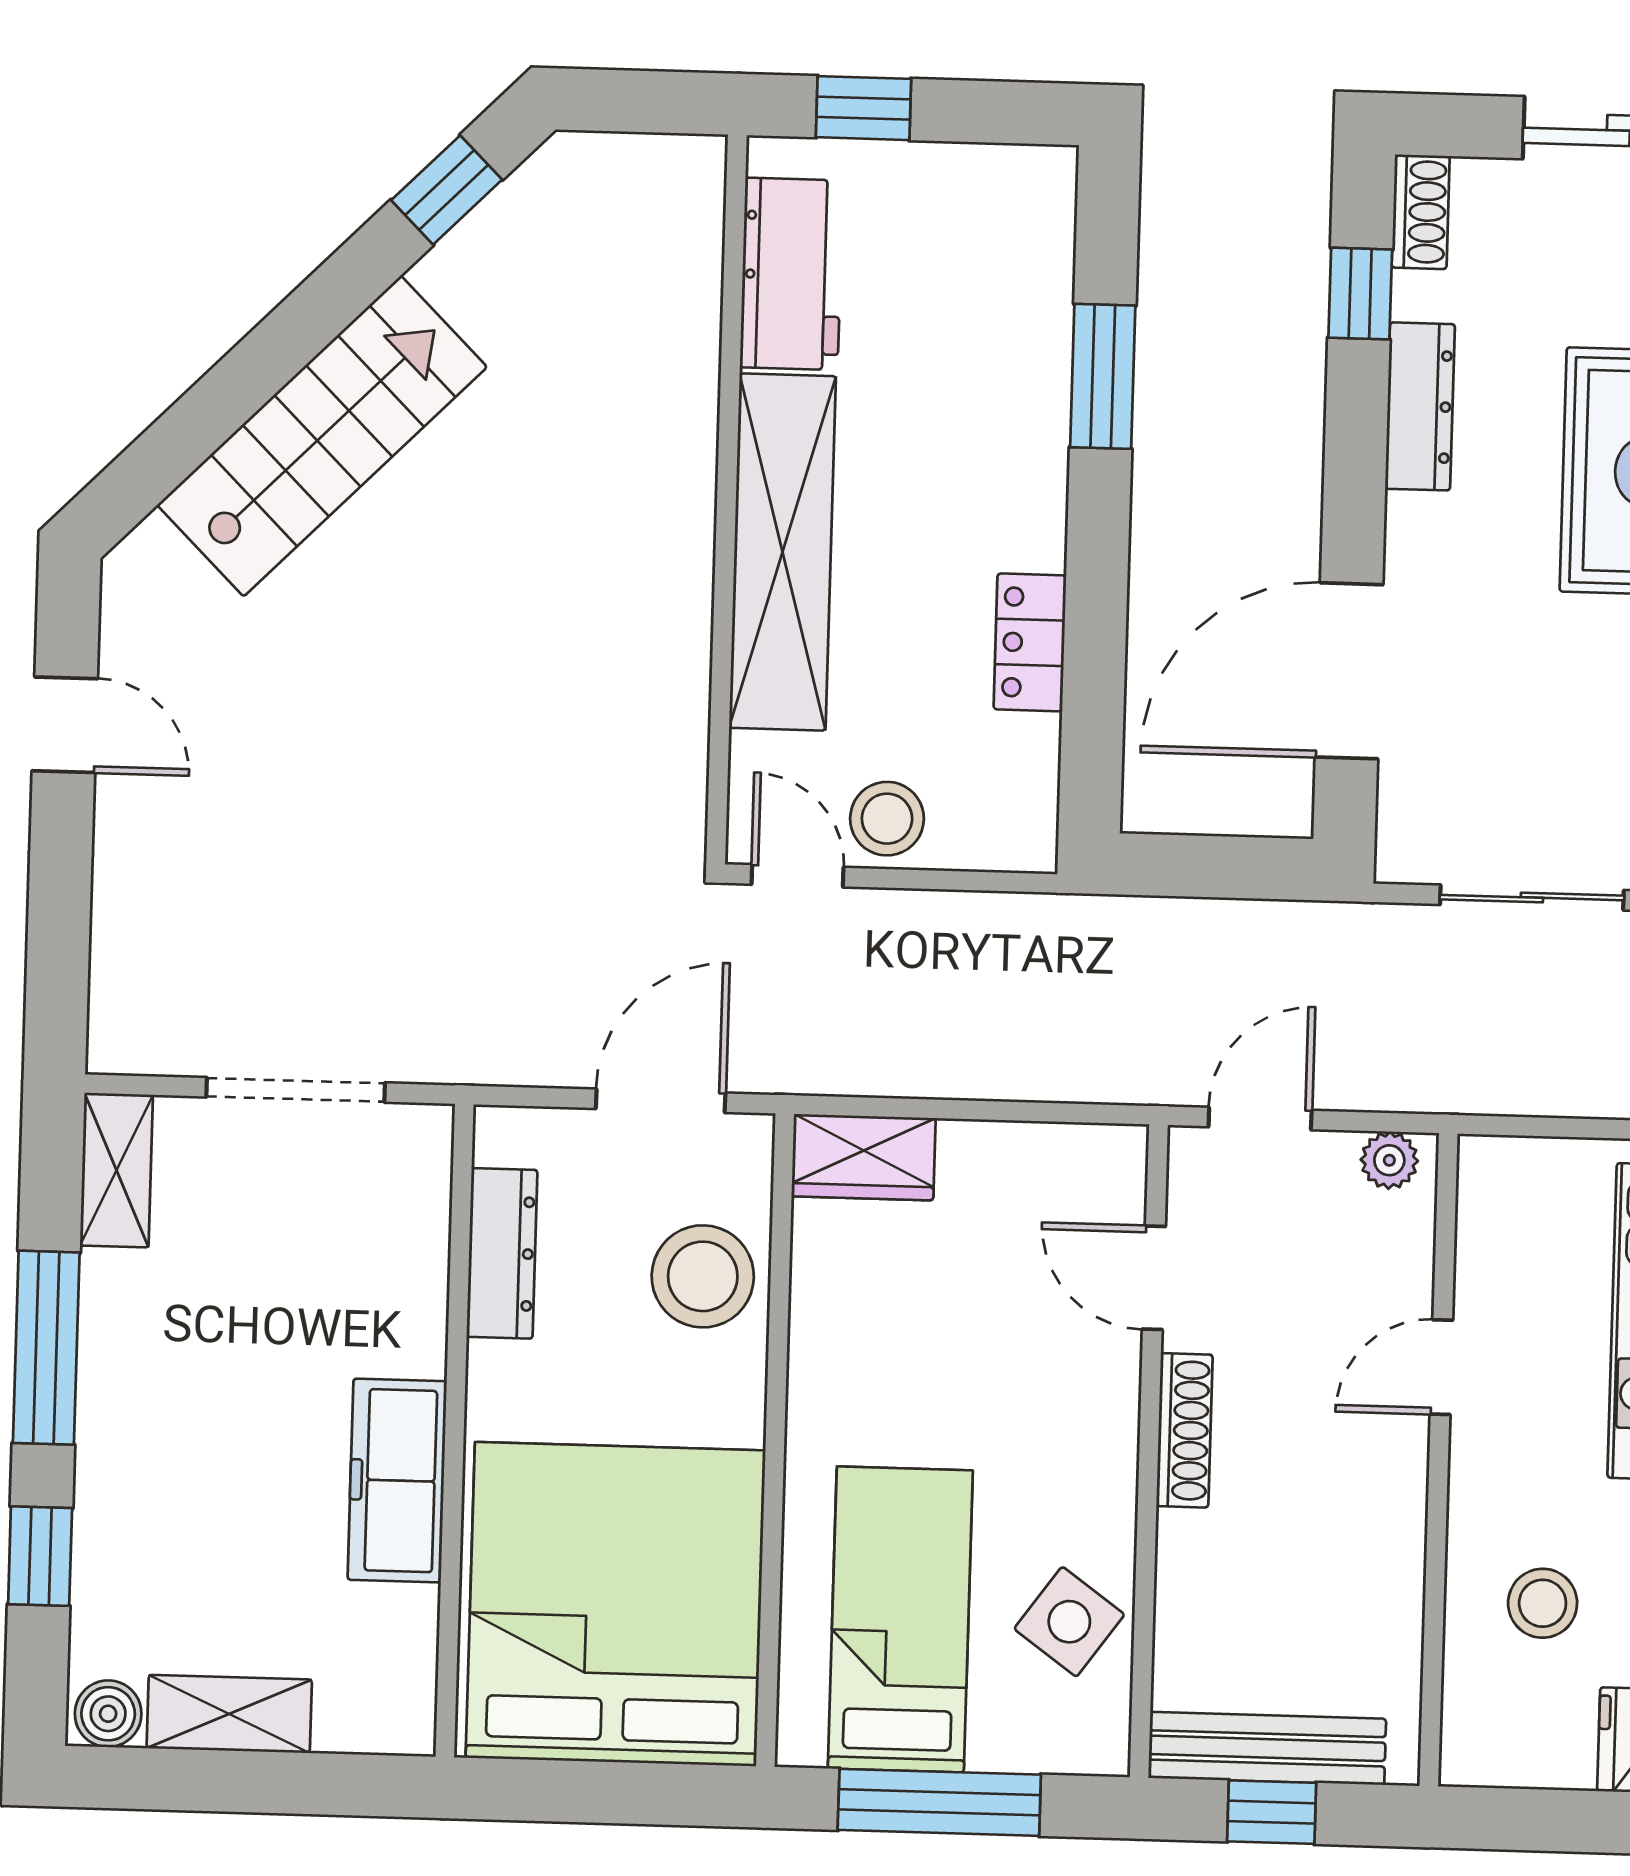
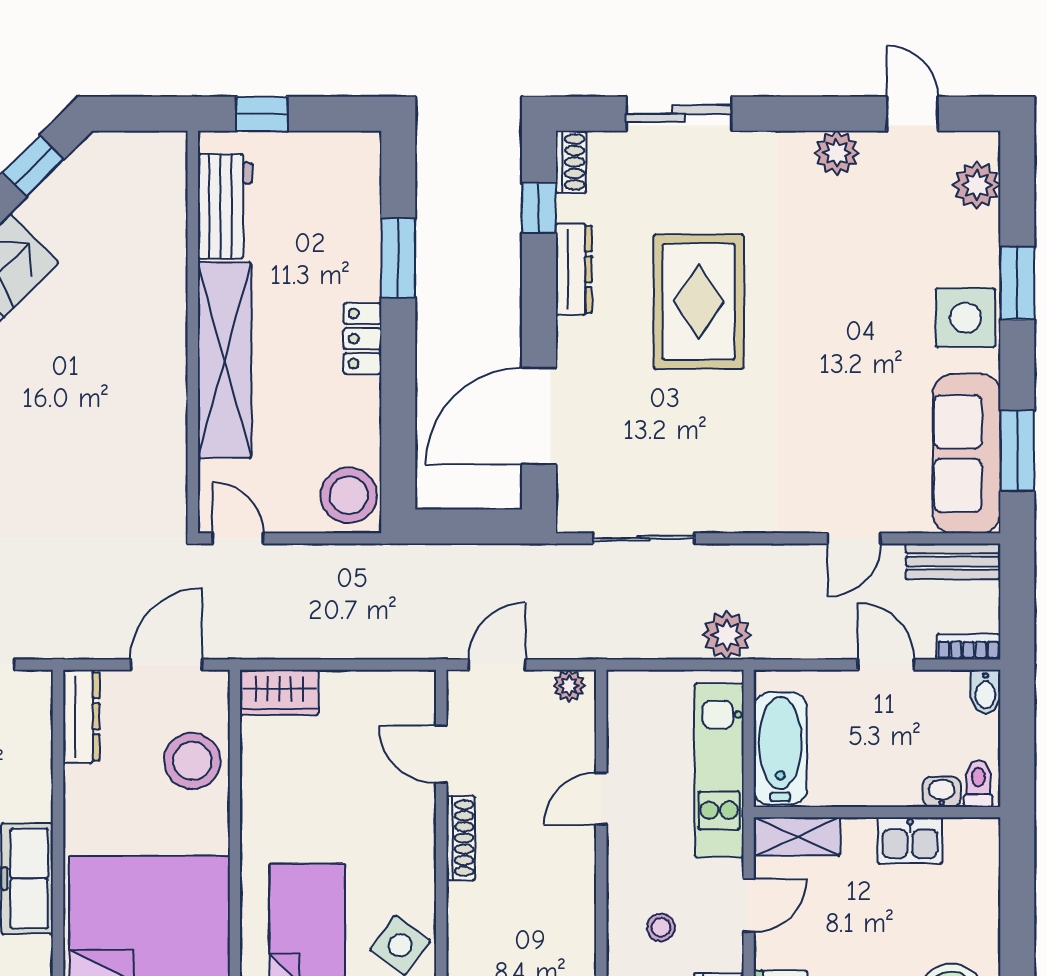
locker: (1030, 642) -> (362, 339), moved
stool: (887, 819) -> (349, 495), moved, width x1.38, depth x1.38
dresser: (502, 1253) -> (81, 716), moved
stool: (1543, 1603) -> (661, 927), width x0.73, depth x0.73

